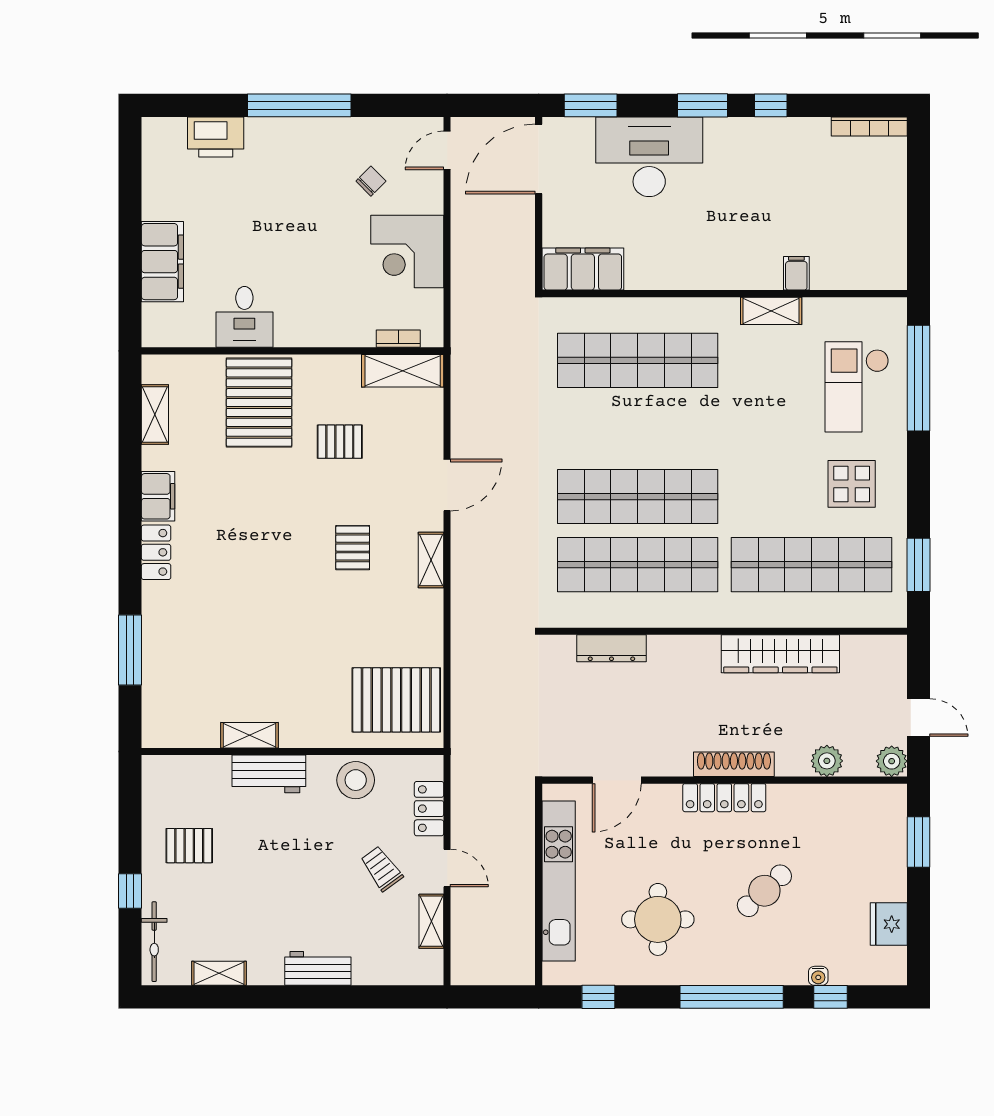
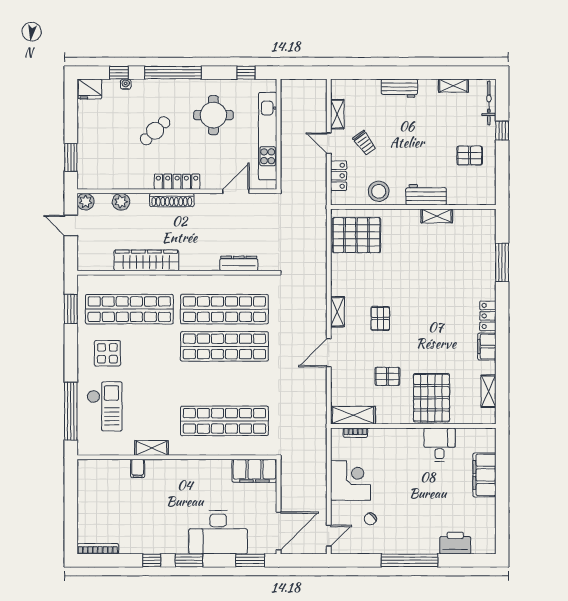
fridge: (889, 924) -> (90, 89), moved, turned 90

